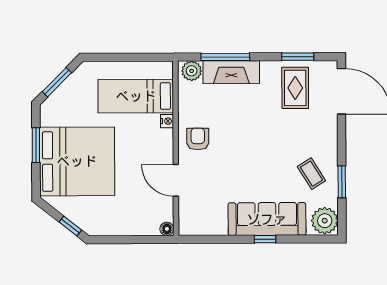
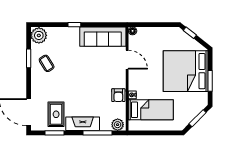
fireplace: (231, 72) -> (83, 124), moved
armchair: (198, 139) -> (118, 95), moved
sofa: (267, 219) -> (103, 37), moved

